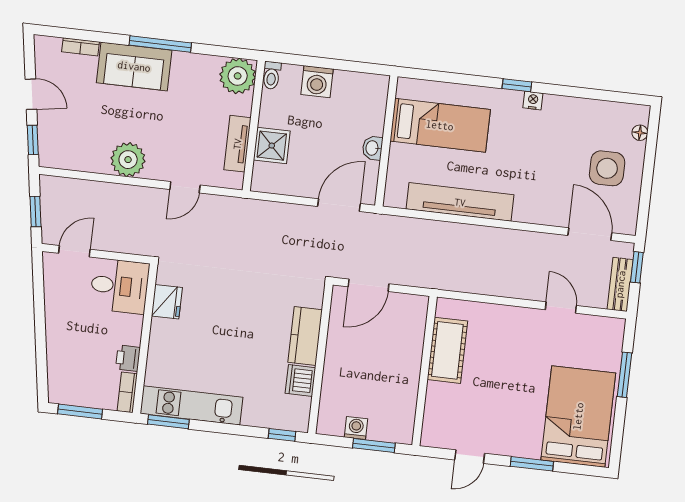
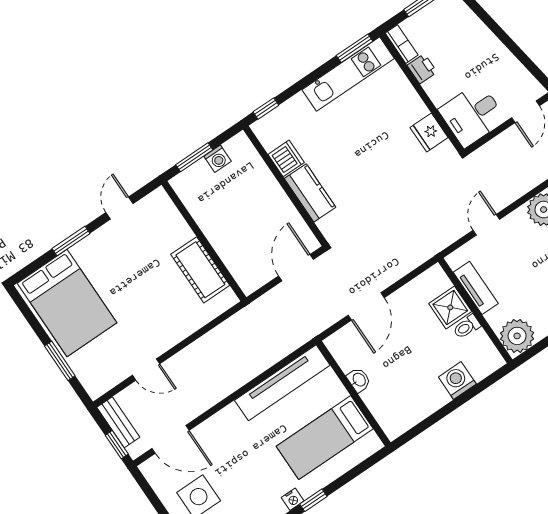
toilet: (272, 75) -> (467, 327), moved, turned -90
bed: (440, 125) -> (325, 438), moved
wall: (386, 141) -> (353, 393), moved
washbasin: (372, 148) -> (359, 380), moved

